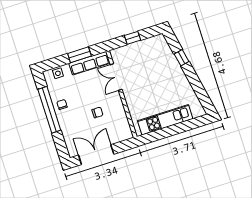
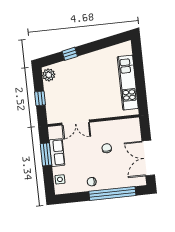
plant: (157, 42) -> (49, 75), added
row of seats: (89, 63) -> (57, 153), width x0.68
window: (49, 110) -> (112, 193), moved

